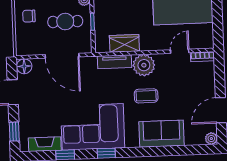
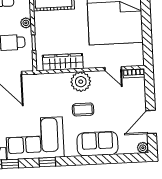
wardrobe: (124, 43) -> (63, 62), width x1.50
door: (180, 51) -> (113, 69), swing flipped
tv unit: (114, 62) -> (54, 79), removed

